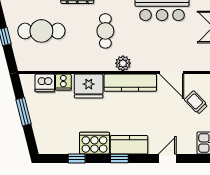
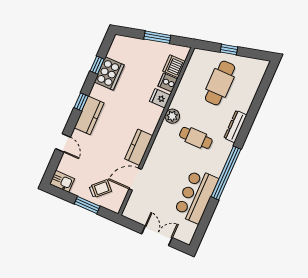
plant: (123, 63) -> (172, 116), moved
kitchen counter: (130, 83) -> (139, 147), width x0.67
fridge: (89, 86) -> (160, 98), width x0.53, depth x0.75
cooker: (94, 143) -> (109, 74), moved

